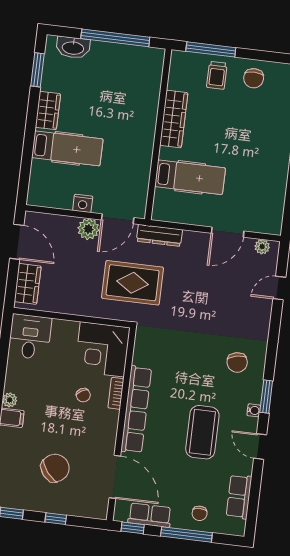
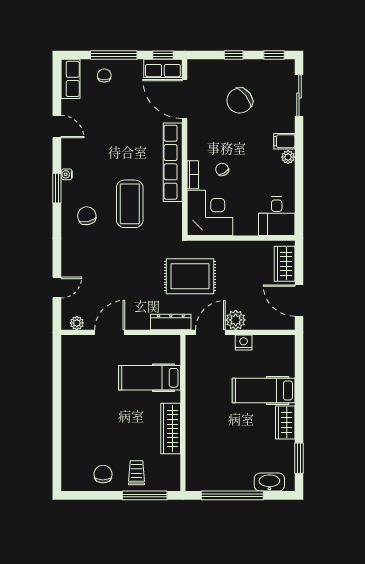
coffee table: (202, 432) -> (130, 204), moved
door: (260, 447) -> (57, 127), moved
row of seats: (239, 497) -> (71, 79), moved
row of seats: (150, 515) -> (163, 68), moved

